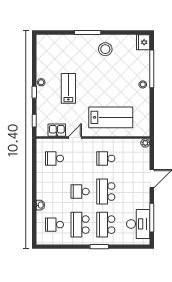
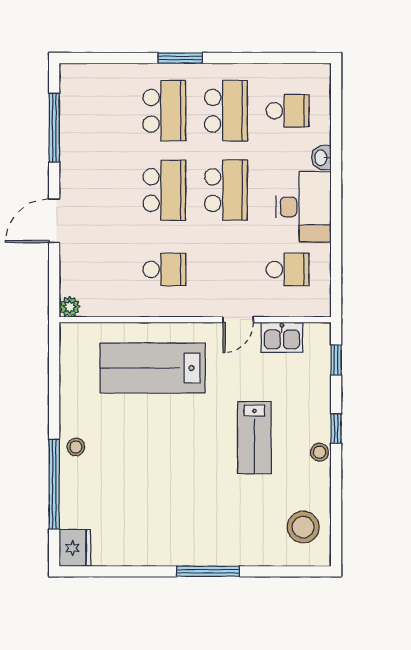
stool: (105, 49) -> (303, 527), moved
school desk: (80, 192) -> (226, 190), width x1.85
desk: (138, 224) -> (303, 207), moved, turned 180

